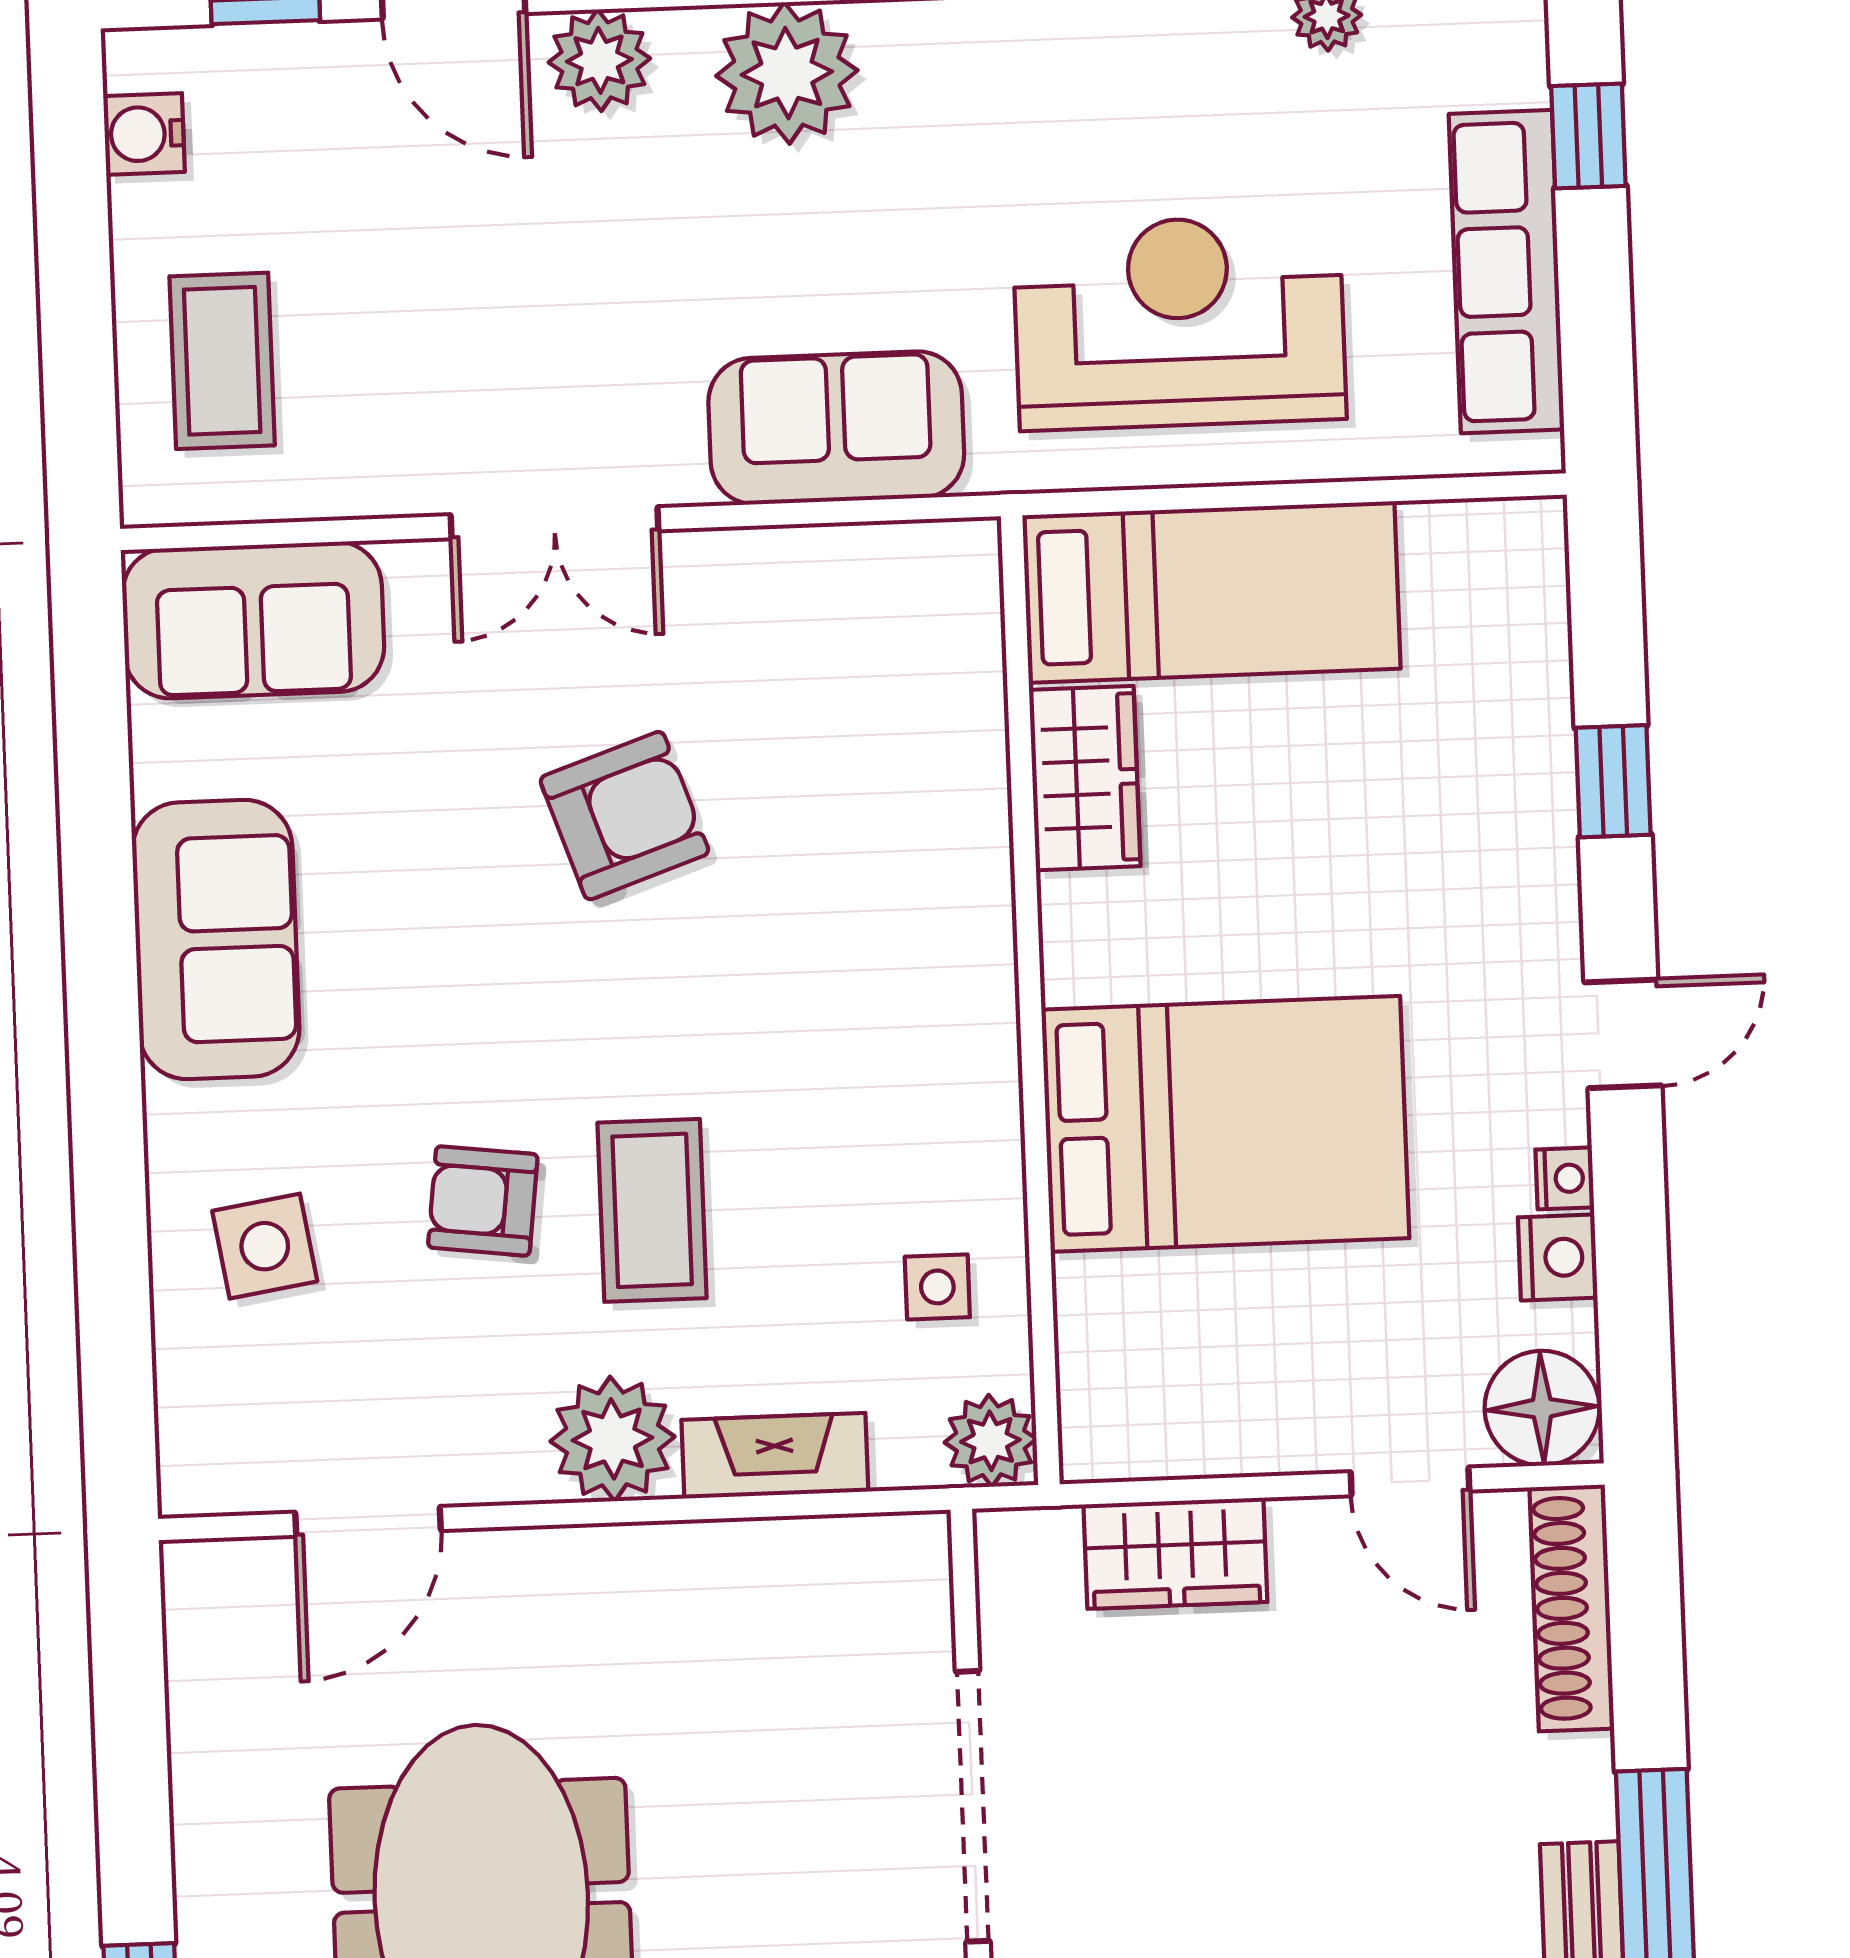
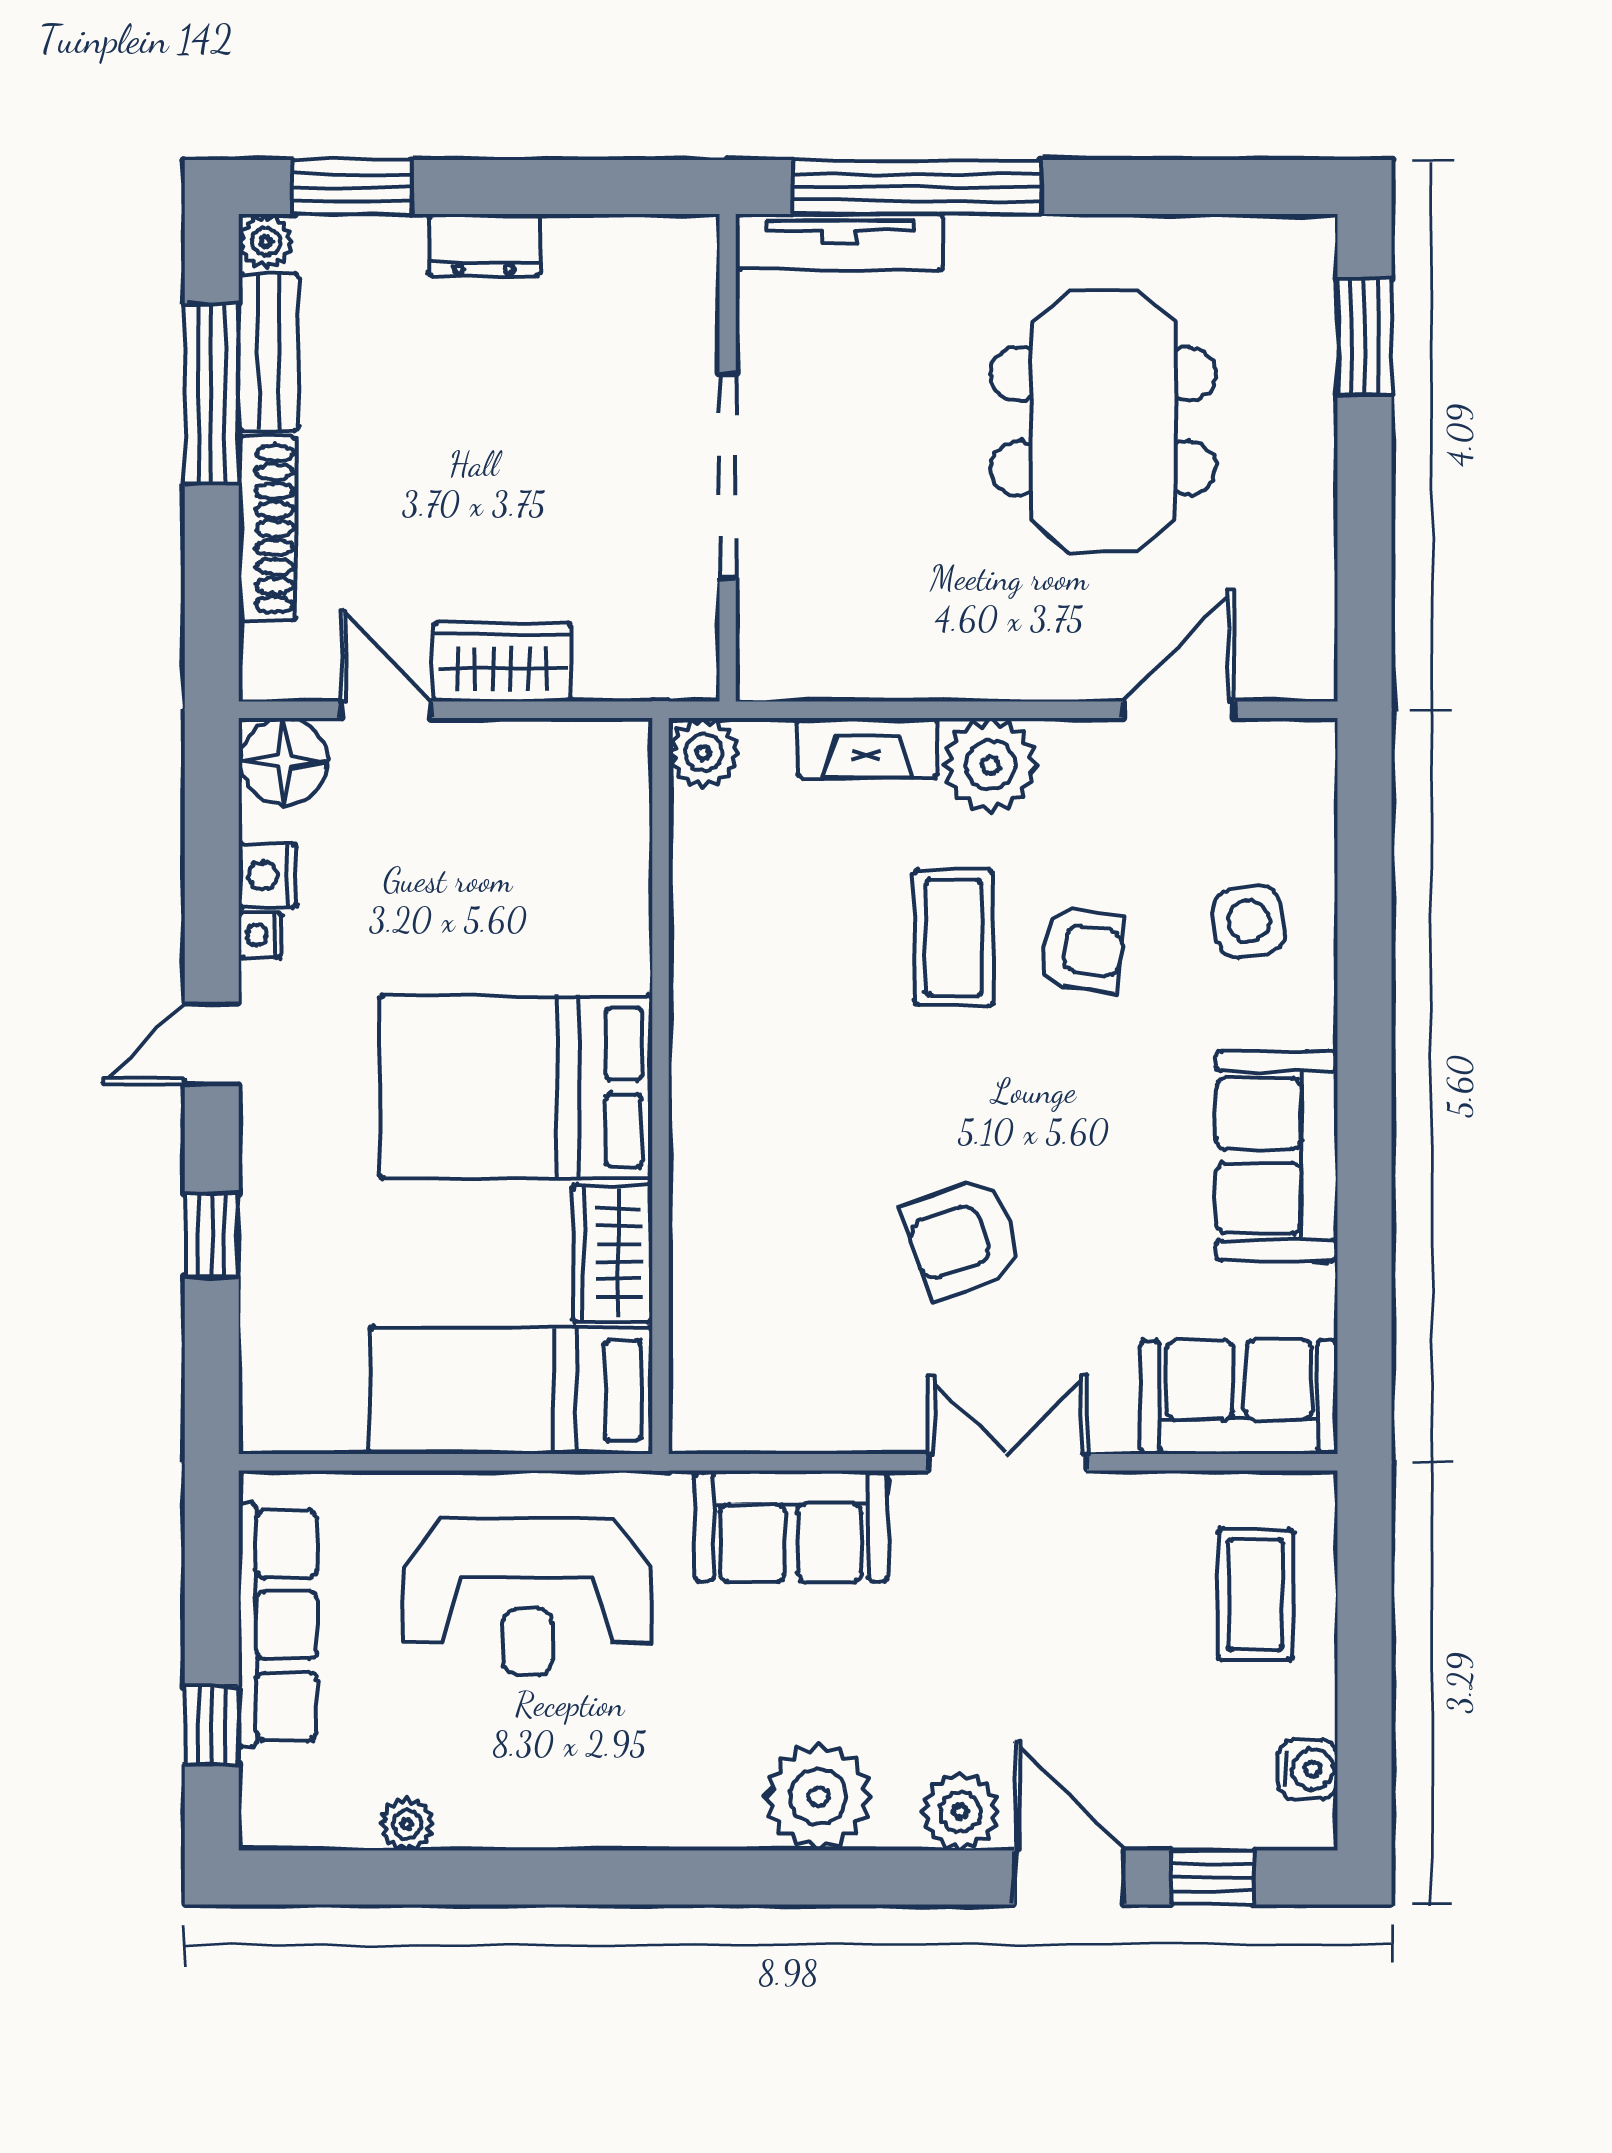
bed: (1225, 1124) -> (516, 1087), moved
side table: (937, 1287) -> (739, 871), removed
wardrobe: (1175, 1553) -> (502, 662), moved
shoe rack: (1572, 1608) -> (267, 529), moved

